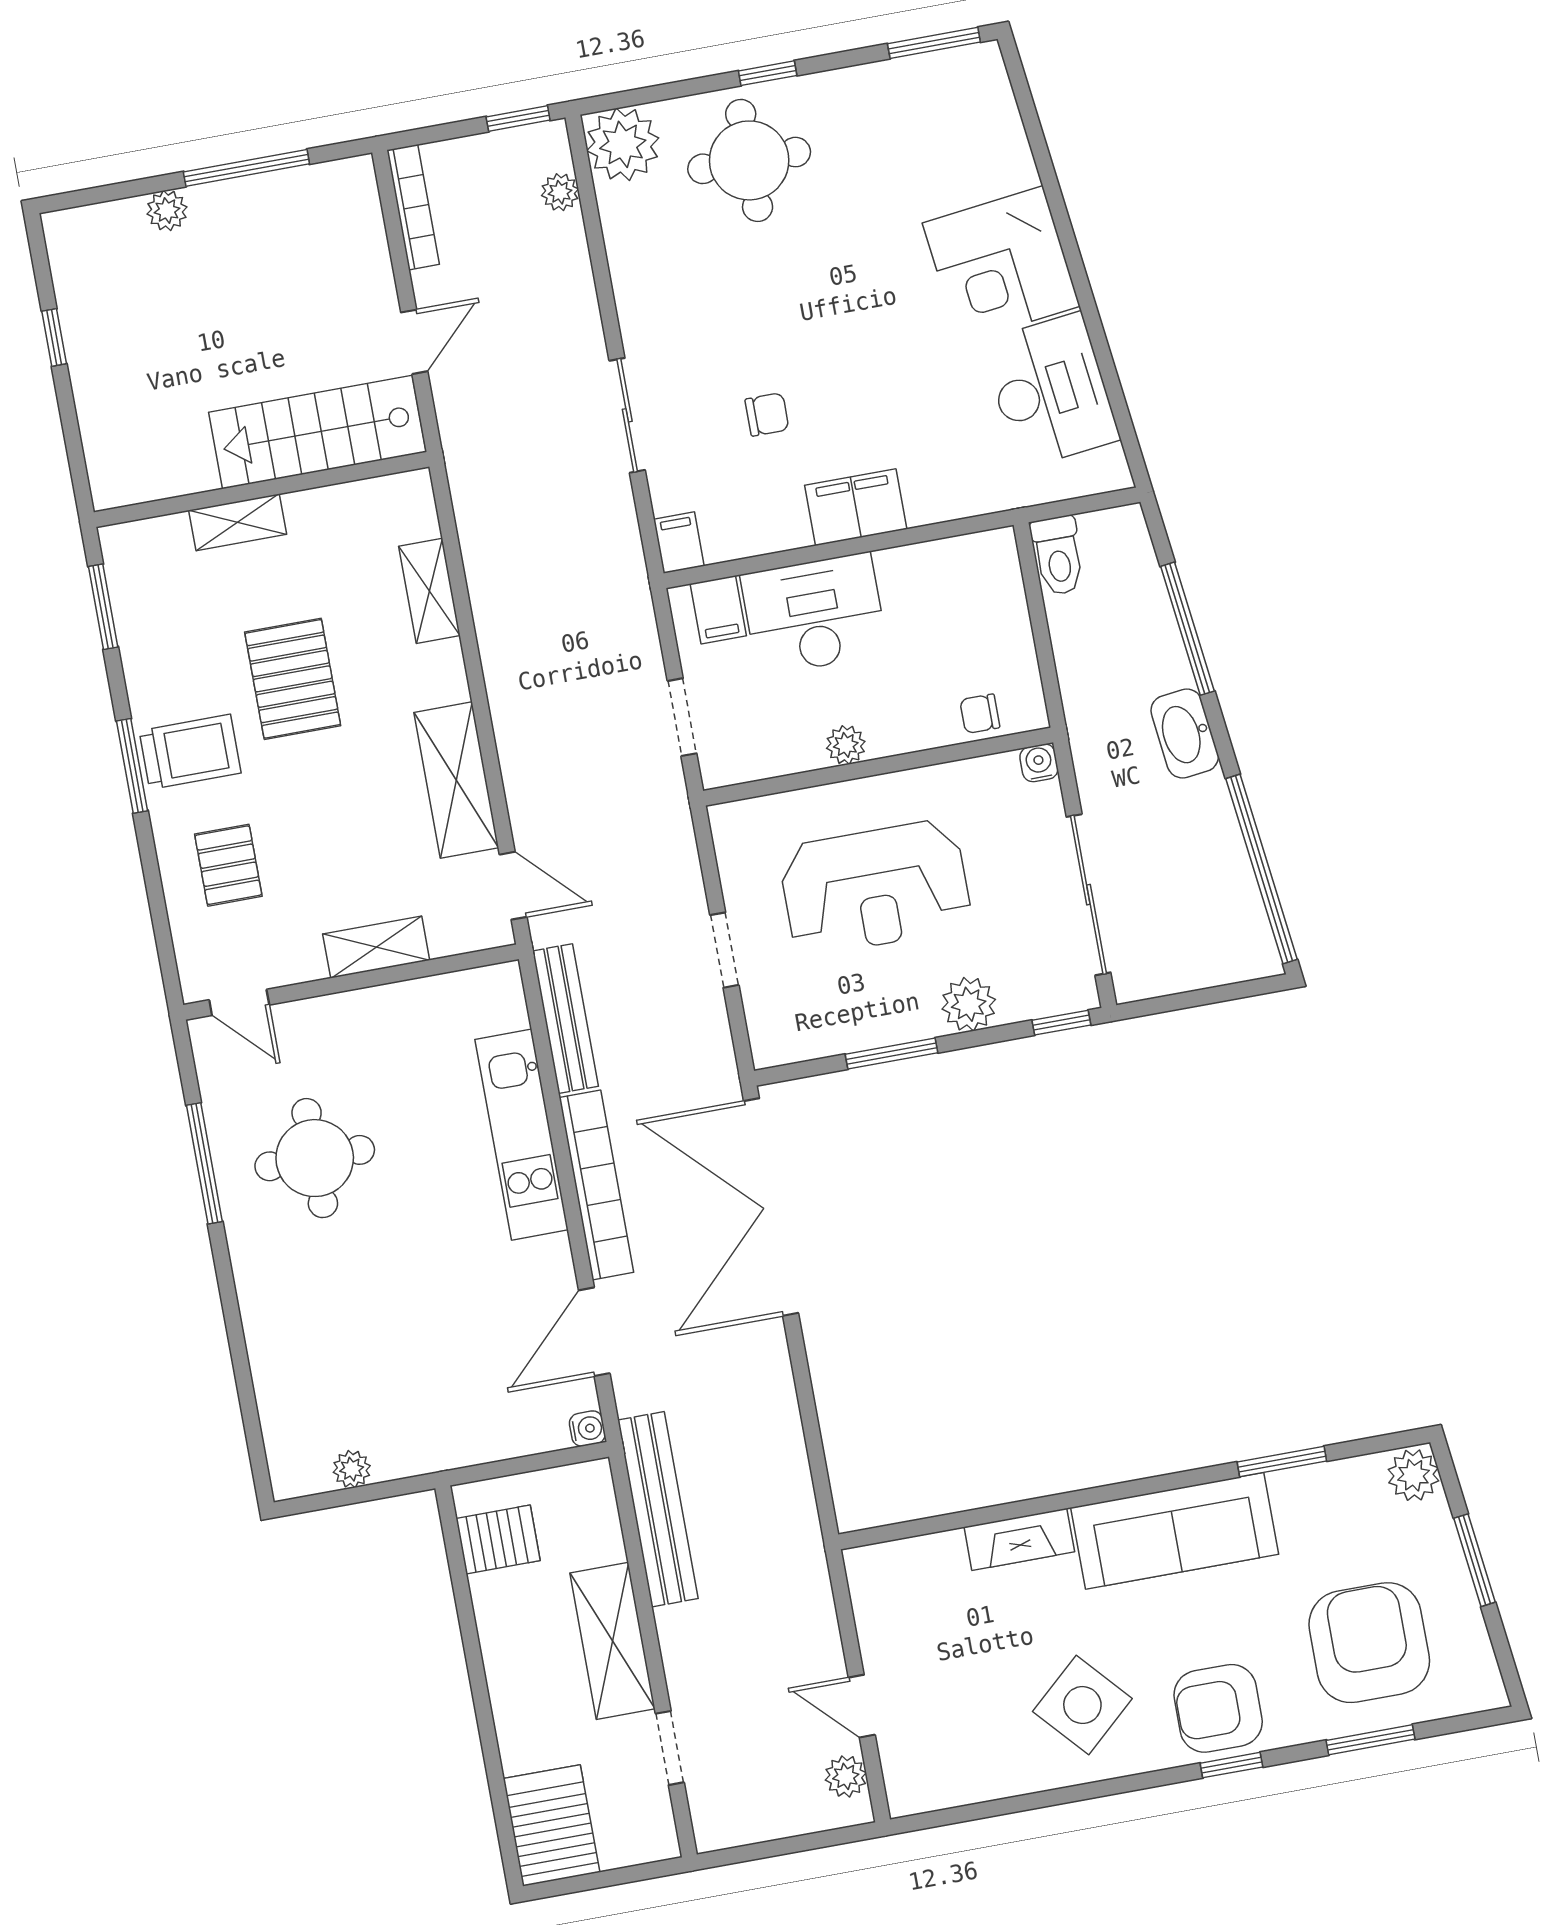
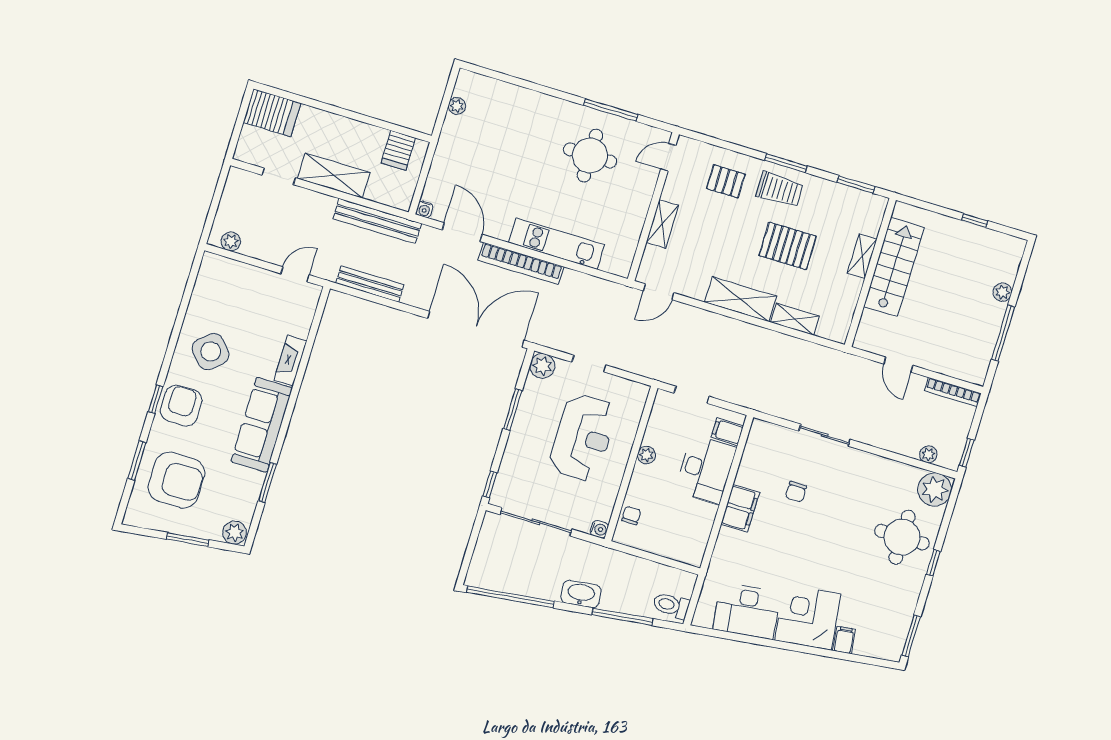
stairs: (317, 432) -> (894, 267), moved
filing cabinet: (679, 543) -> (844, 640), moved, turned -97
toilet: (1058, 556) -> (671, 605), moved
trolley: (190, 752) -> (779, 189), turned -90
shelving: (456, 780) -> (740, 299), moved
reception desk: (875, 888) -> (583, 437), turned 180
plant: (969, 1004) -> (542, 366), moved
bench: (565, 1019) -> (370, 284), moved
door: (862, 1706) -> (295, 274), moved

